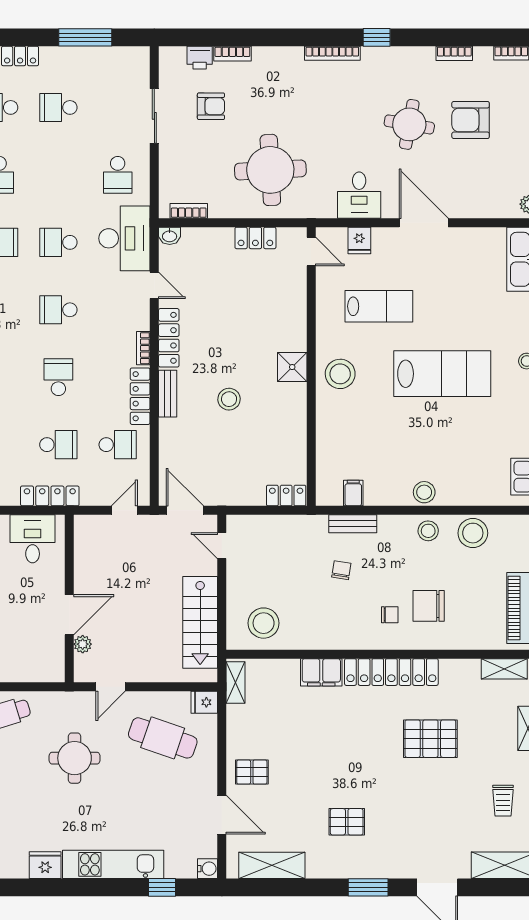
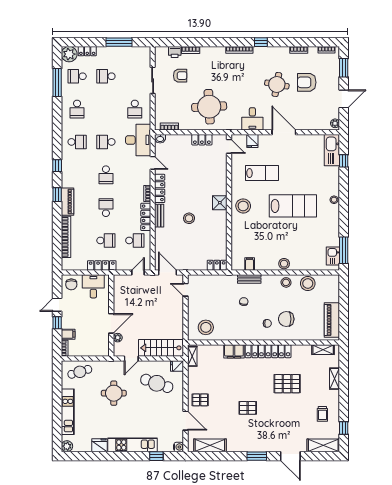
school desk: (58, 310) -> (106, 175), turned -90
stairs: (200, 622) -> (161, 348), moved, turned 90
pallet: (347, 822) -> (248, 408), moved

